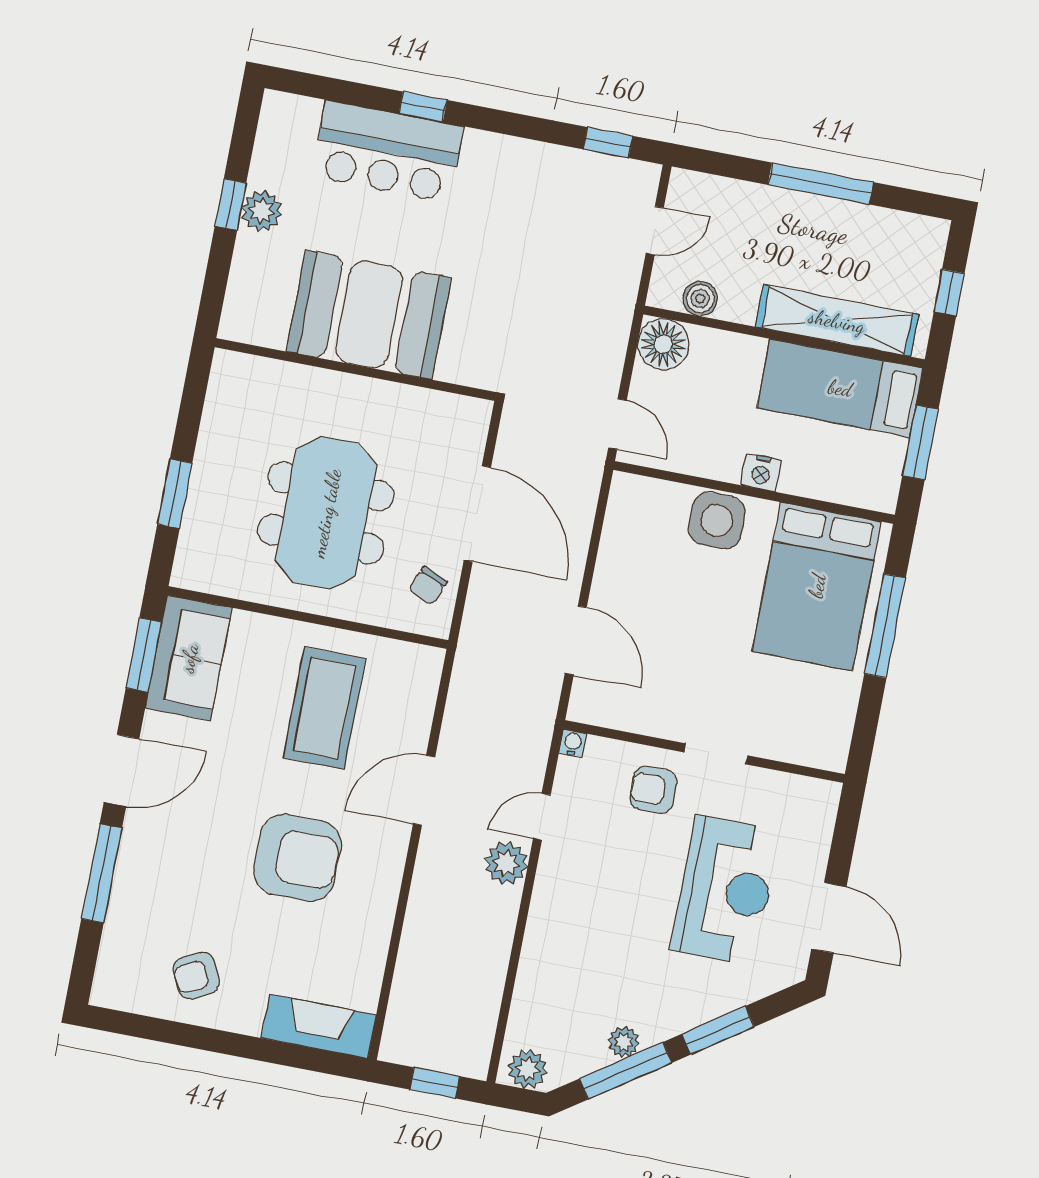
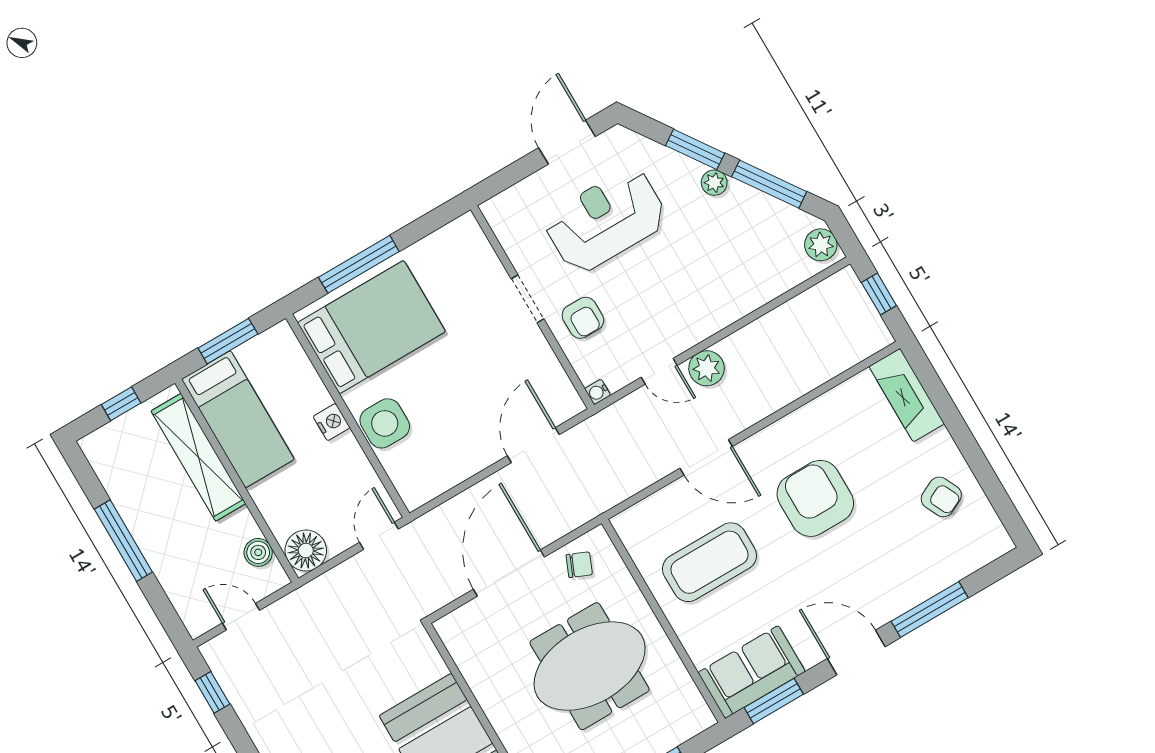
plant: (624, 1042) -> (714, 183), moved

